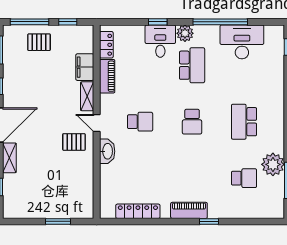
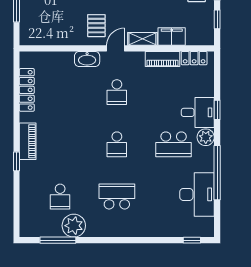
school desk: (192, 122) -> (117, 144), turned -90

